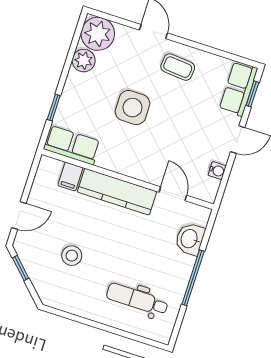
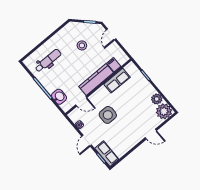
coffee table: (178, 67) -> (131, 135), removed
side table: (132, 108) -> (108, 115), moved
row of seats: (72, 145) -> (117, 81), moved

